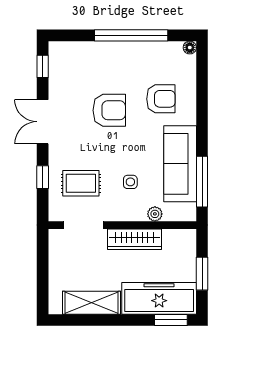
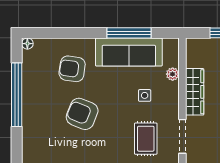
armchair: (161, 99) -> (72, 69), turned -82
armchair: (109, 110) -> (82, 114), turned -68
window: (202, 182) -> (129, 33), moved

